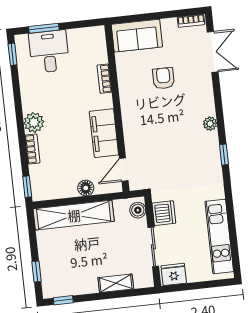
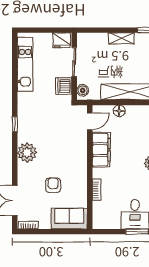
armchair: (163, 78) -> (53, 185), turned 180
plant: (210, 124) -> (27, 153), width x1.88, depth x1.88
shelving: (116, 283) -> (121, 38), moved

